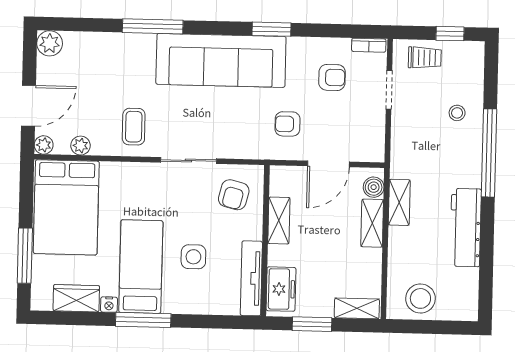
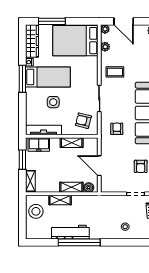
armchair: (287, 124) -> (117, 129), moved
window: (489, 153) -> (79, 242), moved
shelving: (399, 202) -> (60, 200), moved
wardrobe: (76, 298) -> (32, 41), width x1.50

